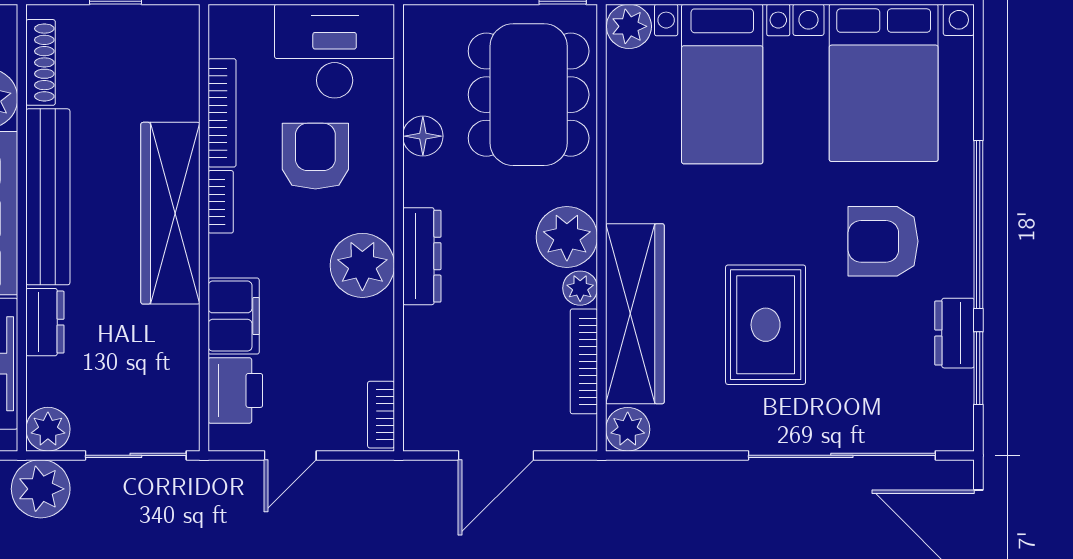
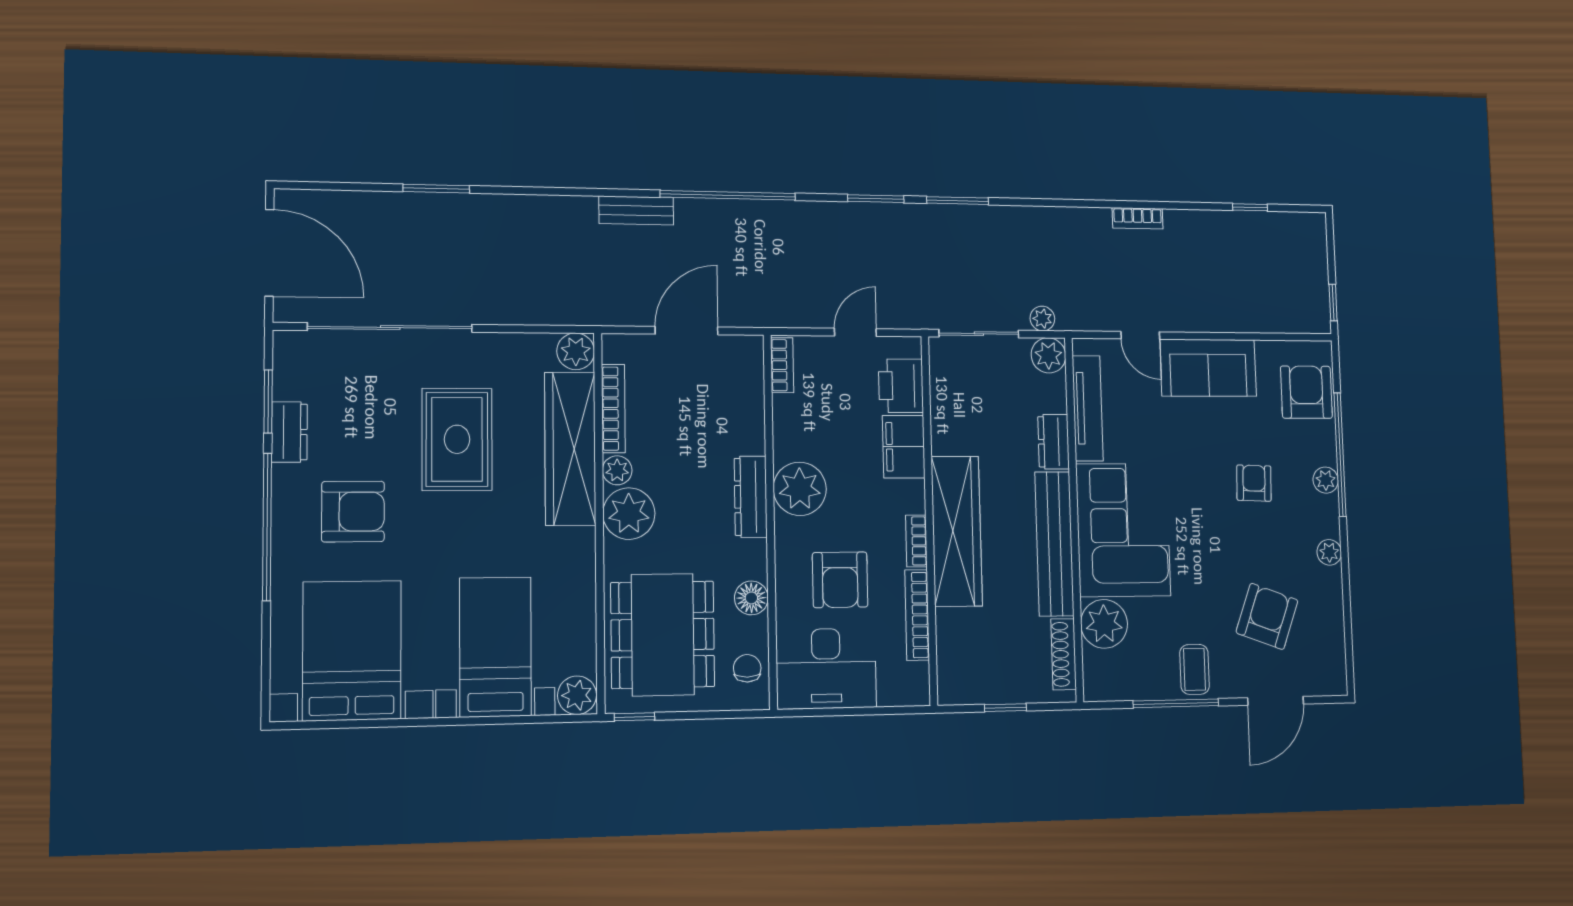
chair: (429, 53) -> (747, 668), added
plant: (41, 489) -> (1042, 319), width x0.53, depth x0.53

